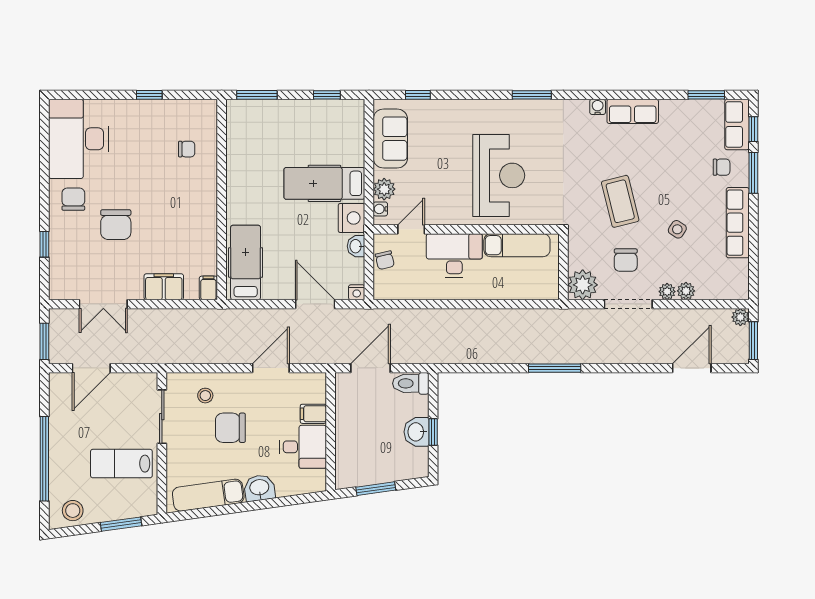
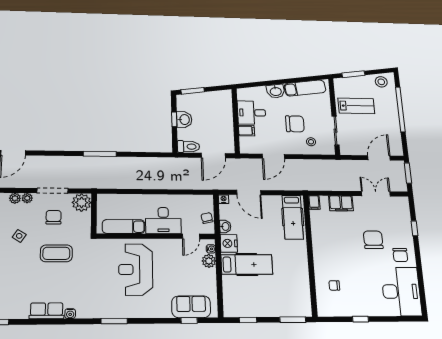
sofa: (390, 139) -> (191, 307), moved, turned 90
coffee table: (620, 201) -> (56, 253), turned -76
window: (376, 489) -> (193, 91), moved

